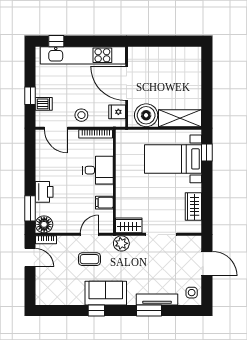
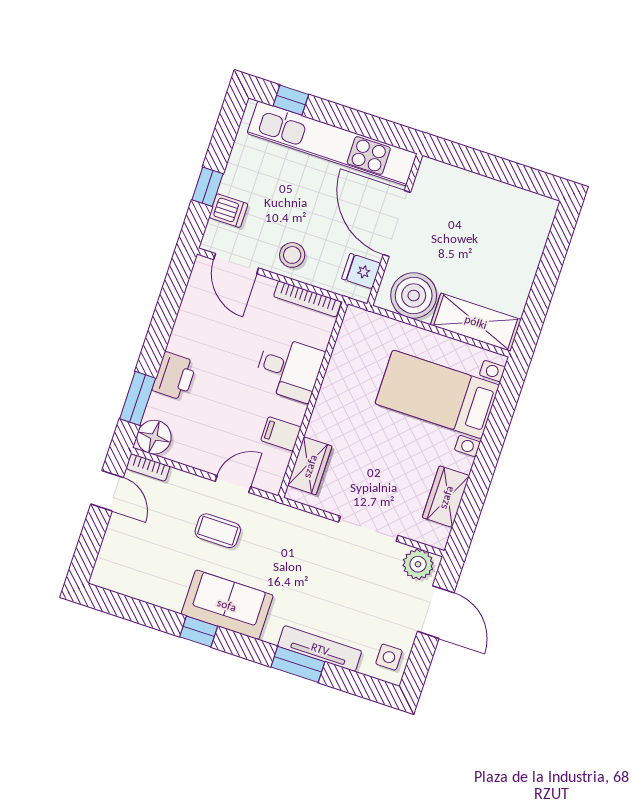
window: (207, 153) -> (505, 403), removed
wardrobe: (129, 225) -> (310, 466), moved, turned 90
plant: (121, 243) -> (418, 564), moved

